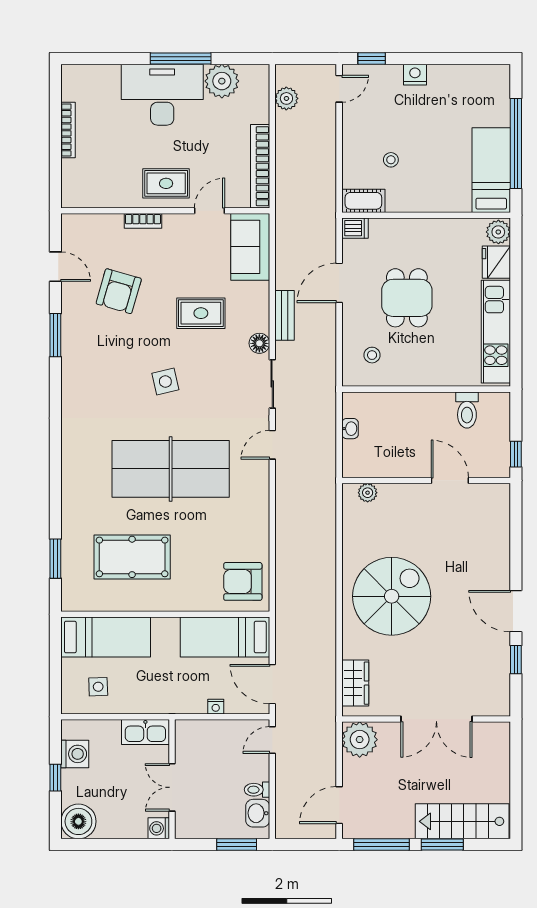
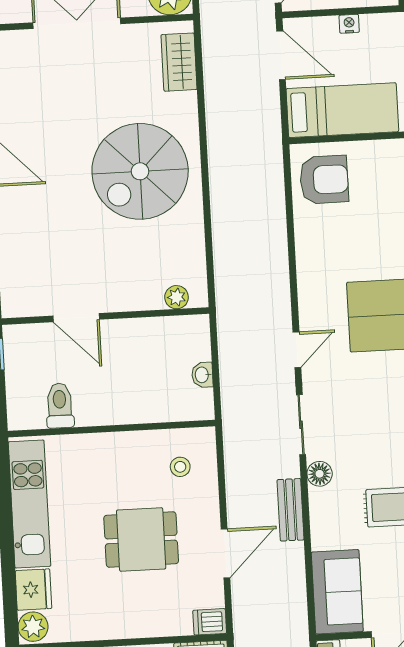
dining table: (407, 298) -> (141, 540), turned 90

